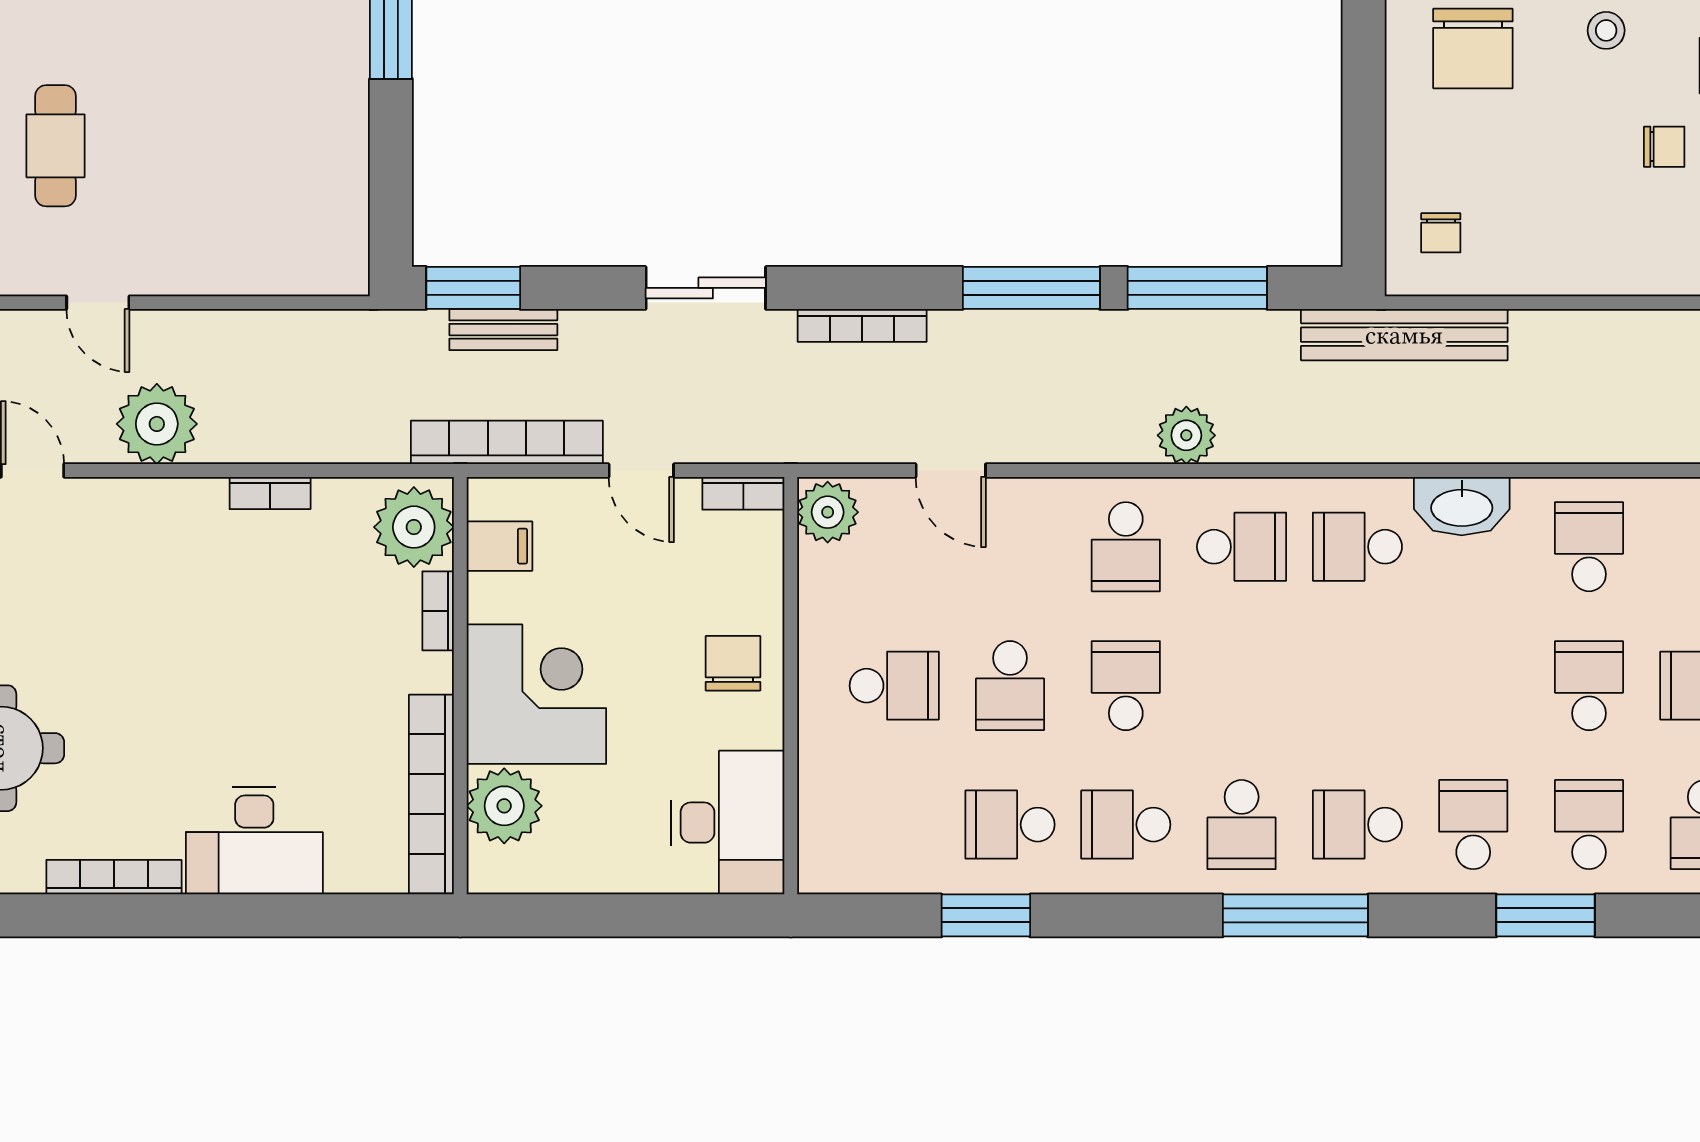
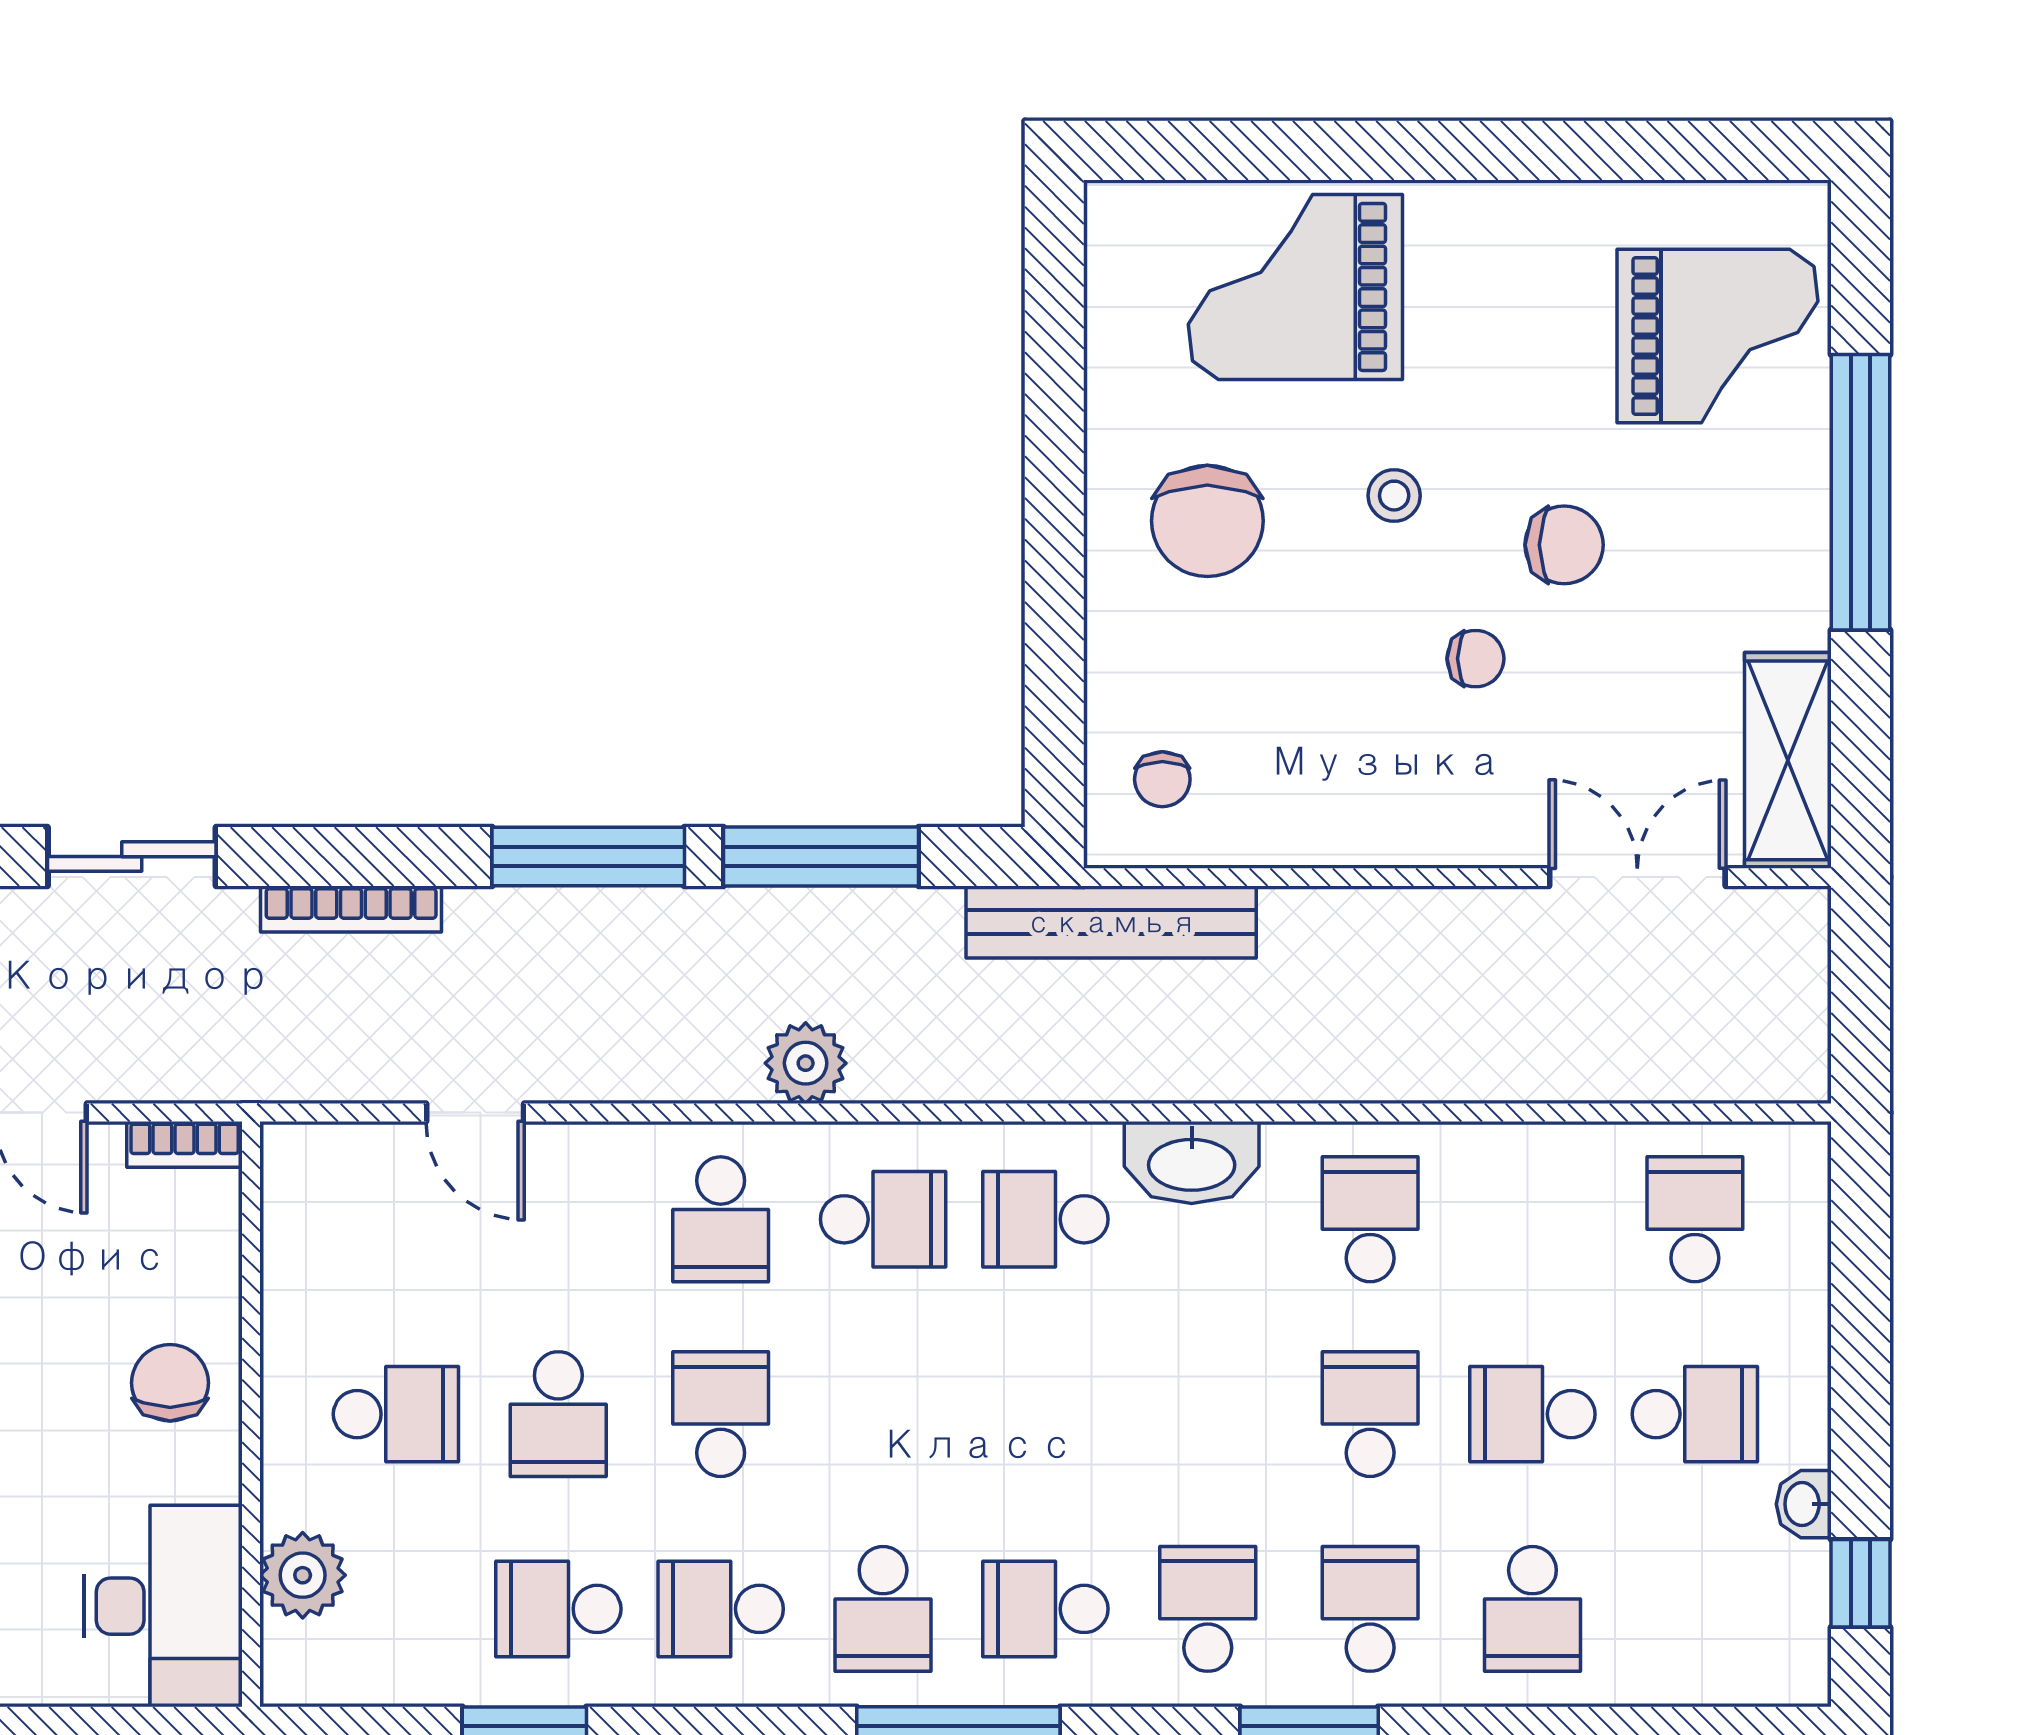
plant: (828, 512) -> (303, 1575), moved

